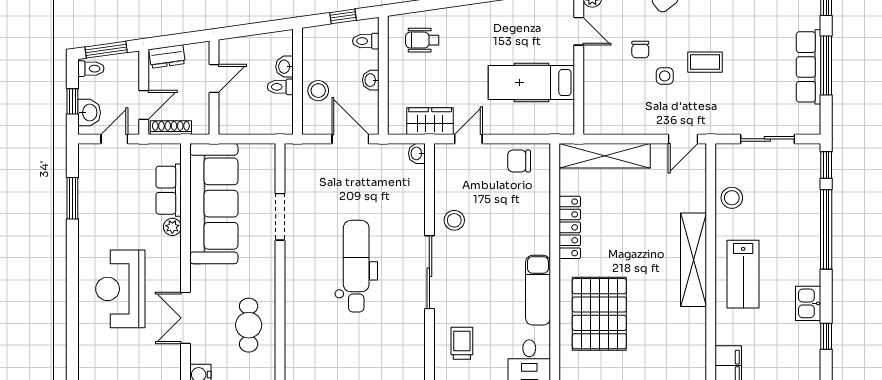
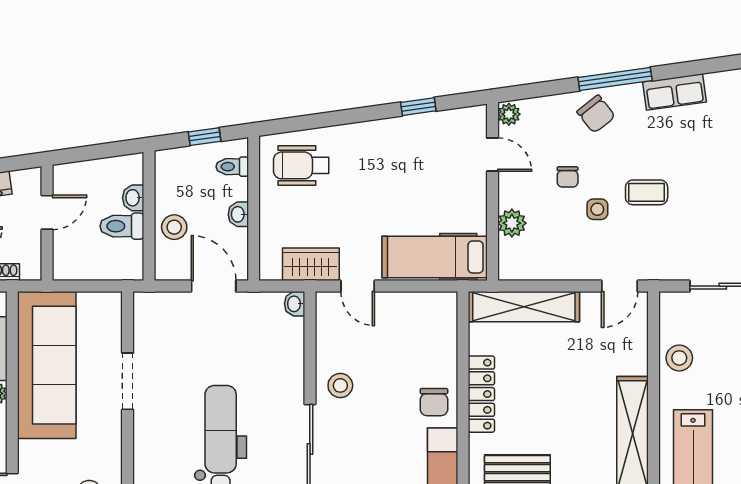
wheelchair: (422, 40) -> (301, 165), width x1.36, depth x1.37
hospital bed: (531, 83) -> (435, 257), moved
toilet: (280, 87) -> (122, 226), width x1.37, depth x1.39
plant: (595, 87) -> (512, 223), added
door: (468, 139) -> (358, 286), swing flipped
chair: (519, 161) -> (434, 402), moved, turned -90

